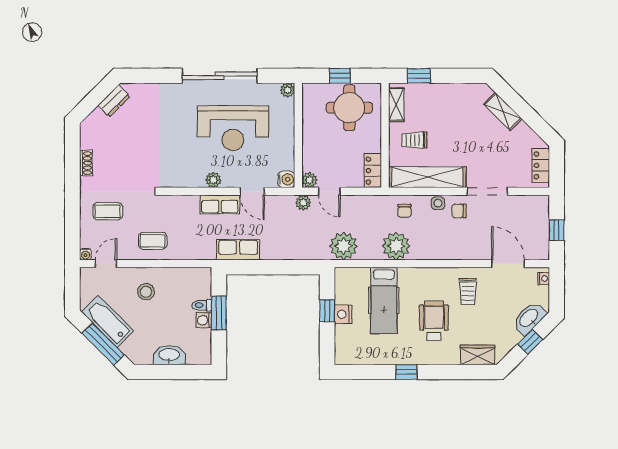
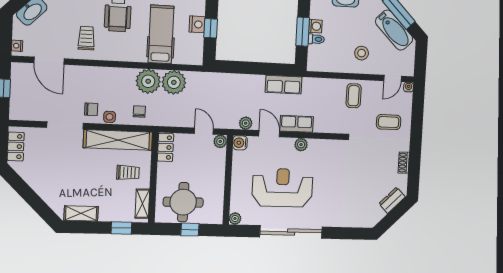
dresser: (114, 101) -> (392, 200), moved
shelving: (503, 112) -> (81, 213), moved, turned -45
plant: (303, 203) -> (246, 123), moved
coffee table: (153, 241) -> (354, 96), turned 90
plant: (344, 246) -> (174, 82), moved

